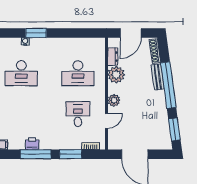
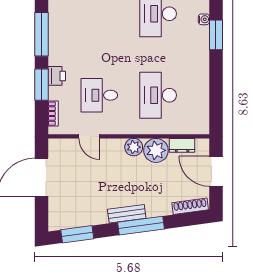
bench: (158, 77) -> (127, 214), moved
window: (168, 85) -> (141, 226), width x0.68
plant: (114, 100) -> (134, 147), moved
desk: (78, 114) -> (99, 95), turned 180
printer: (32, 144) -> (57, 76), moved

